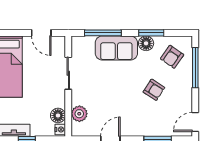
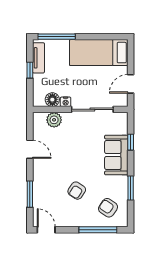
window: (103, 33) -> (131, 142), width x0.46
floor lamp: (146, 43) -> (121, 183), removed
sliding door: (68, 73) -> (92, 109), width x1.37
nightstand: (60, 129) -> (66, 102), moved

